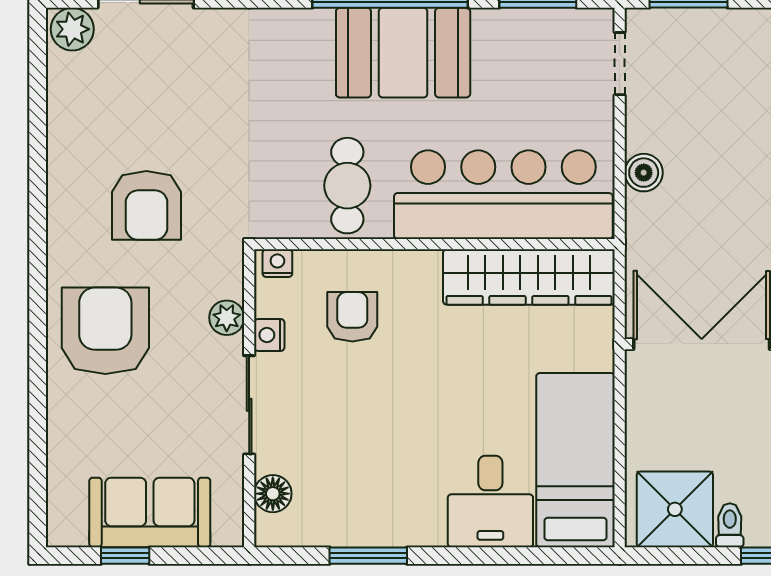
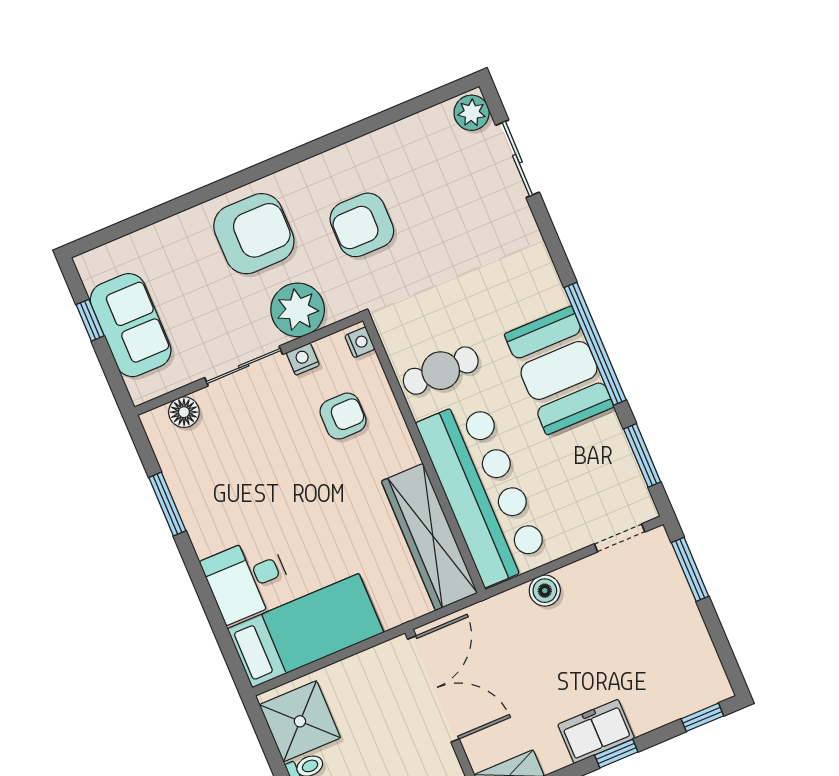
plant: (227, 318) -> (298, 310), width x1.88, depth x1.88

